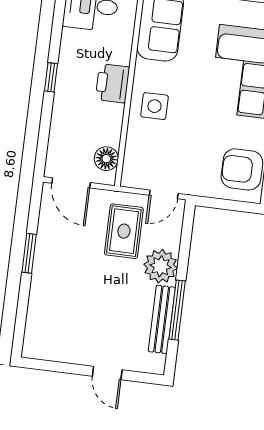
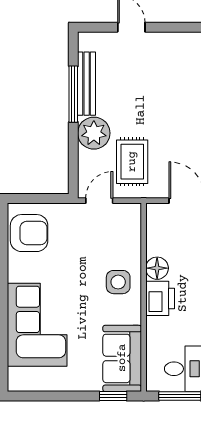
floor lamp: (106, 159) -> (157, 268), moved

